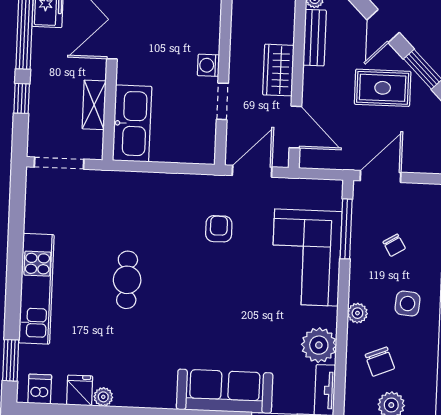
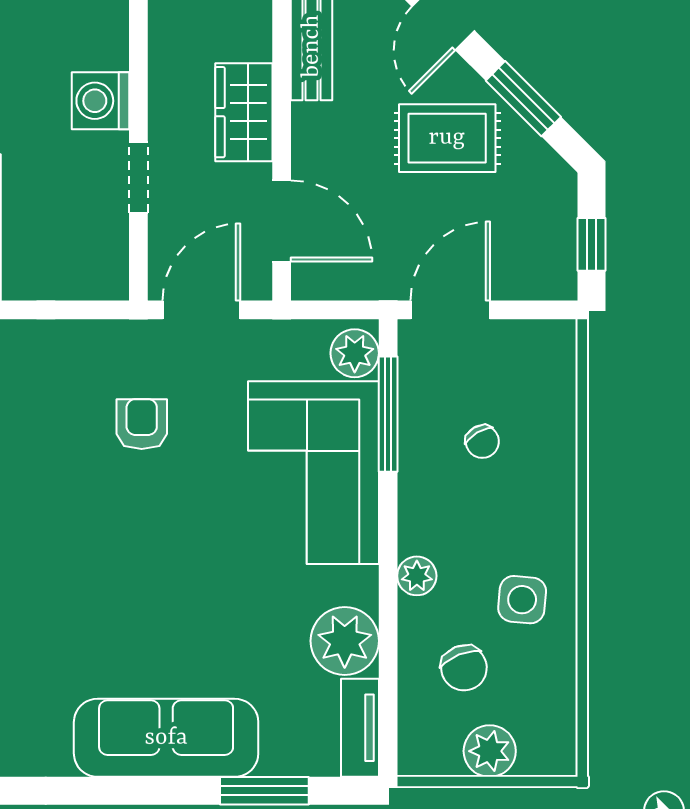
washing machine: (208, 65) -> (100, 101), width x1.38, depth x1.38
plant: (330, 197) -> (355, 353), added
side table: (408, 304) -> (522, 600), moved

